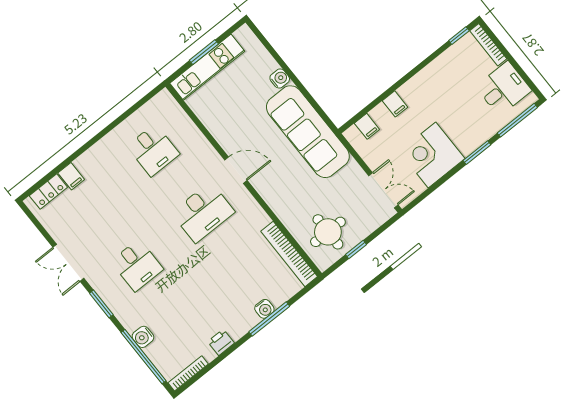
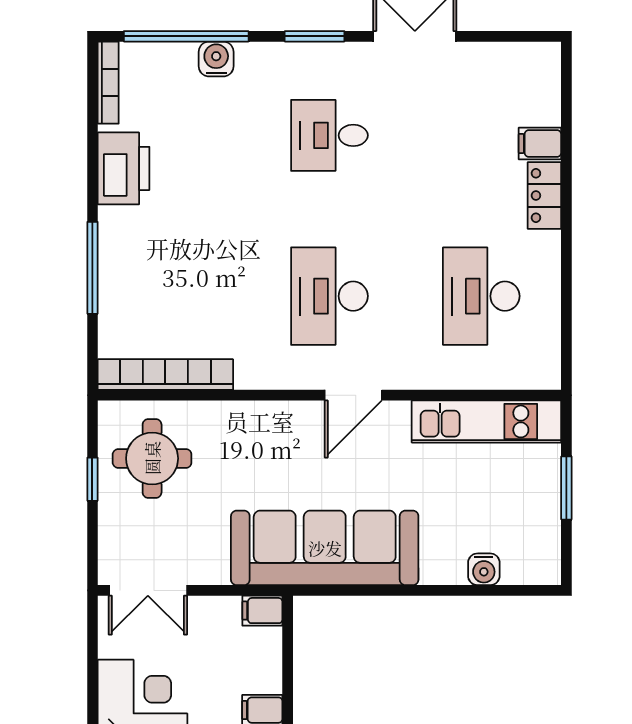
kitchen unit: (207, 67) -> (486, 421), moved, turned -90
water cooler: (280, 79) -> (484, 569), moved
filing cabinet: (367, 126) -> (262, 611), moved
desk: (153, 150) -> (481, 296), width x1.37
locker: (48, 192) -> (544, 195), moved
water cooler: (264, 309) -> (113, 273), removed
printer: (221, 342) -> (124, 168), width x1.87, depth x1.48

